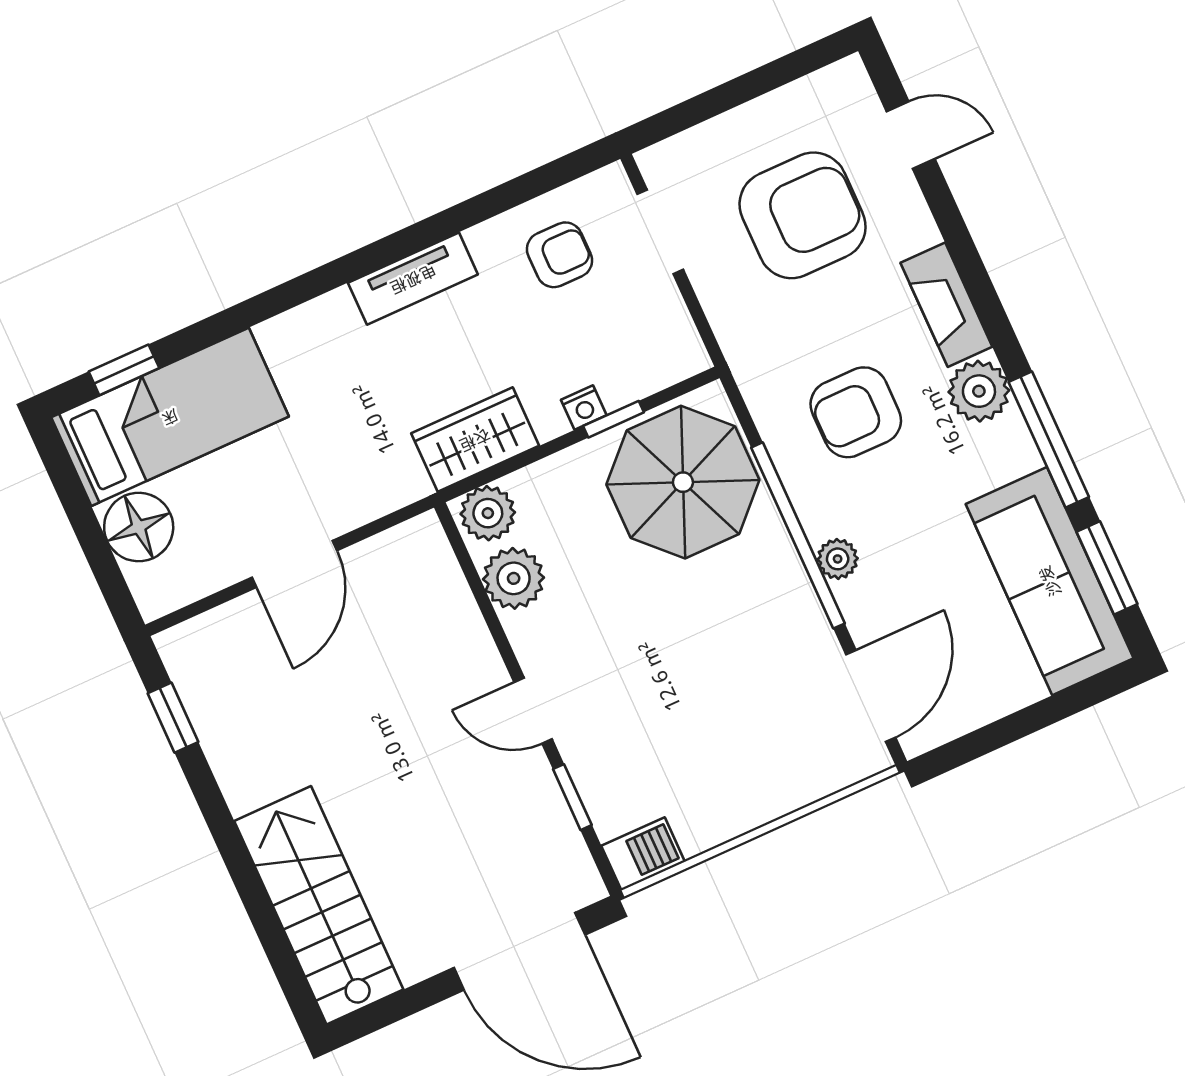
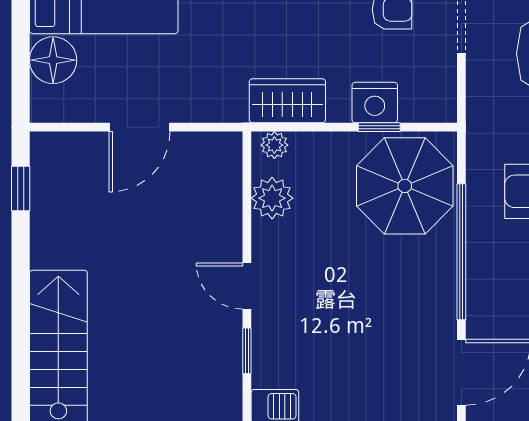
nightstand: (584, 408) -> (375, 103), width x1.89, depth x1.79
plant: (488, 513) -> (274, 145), width x0.73, depth x0.73
plant: (838, 559) -> (479, 277), removed

